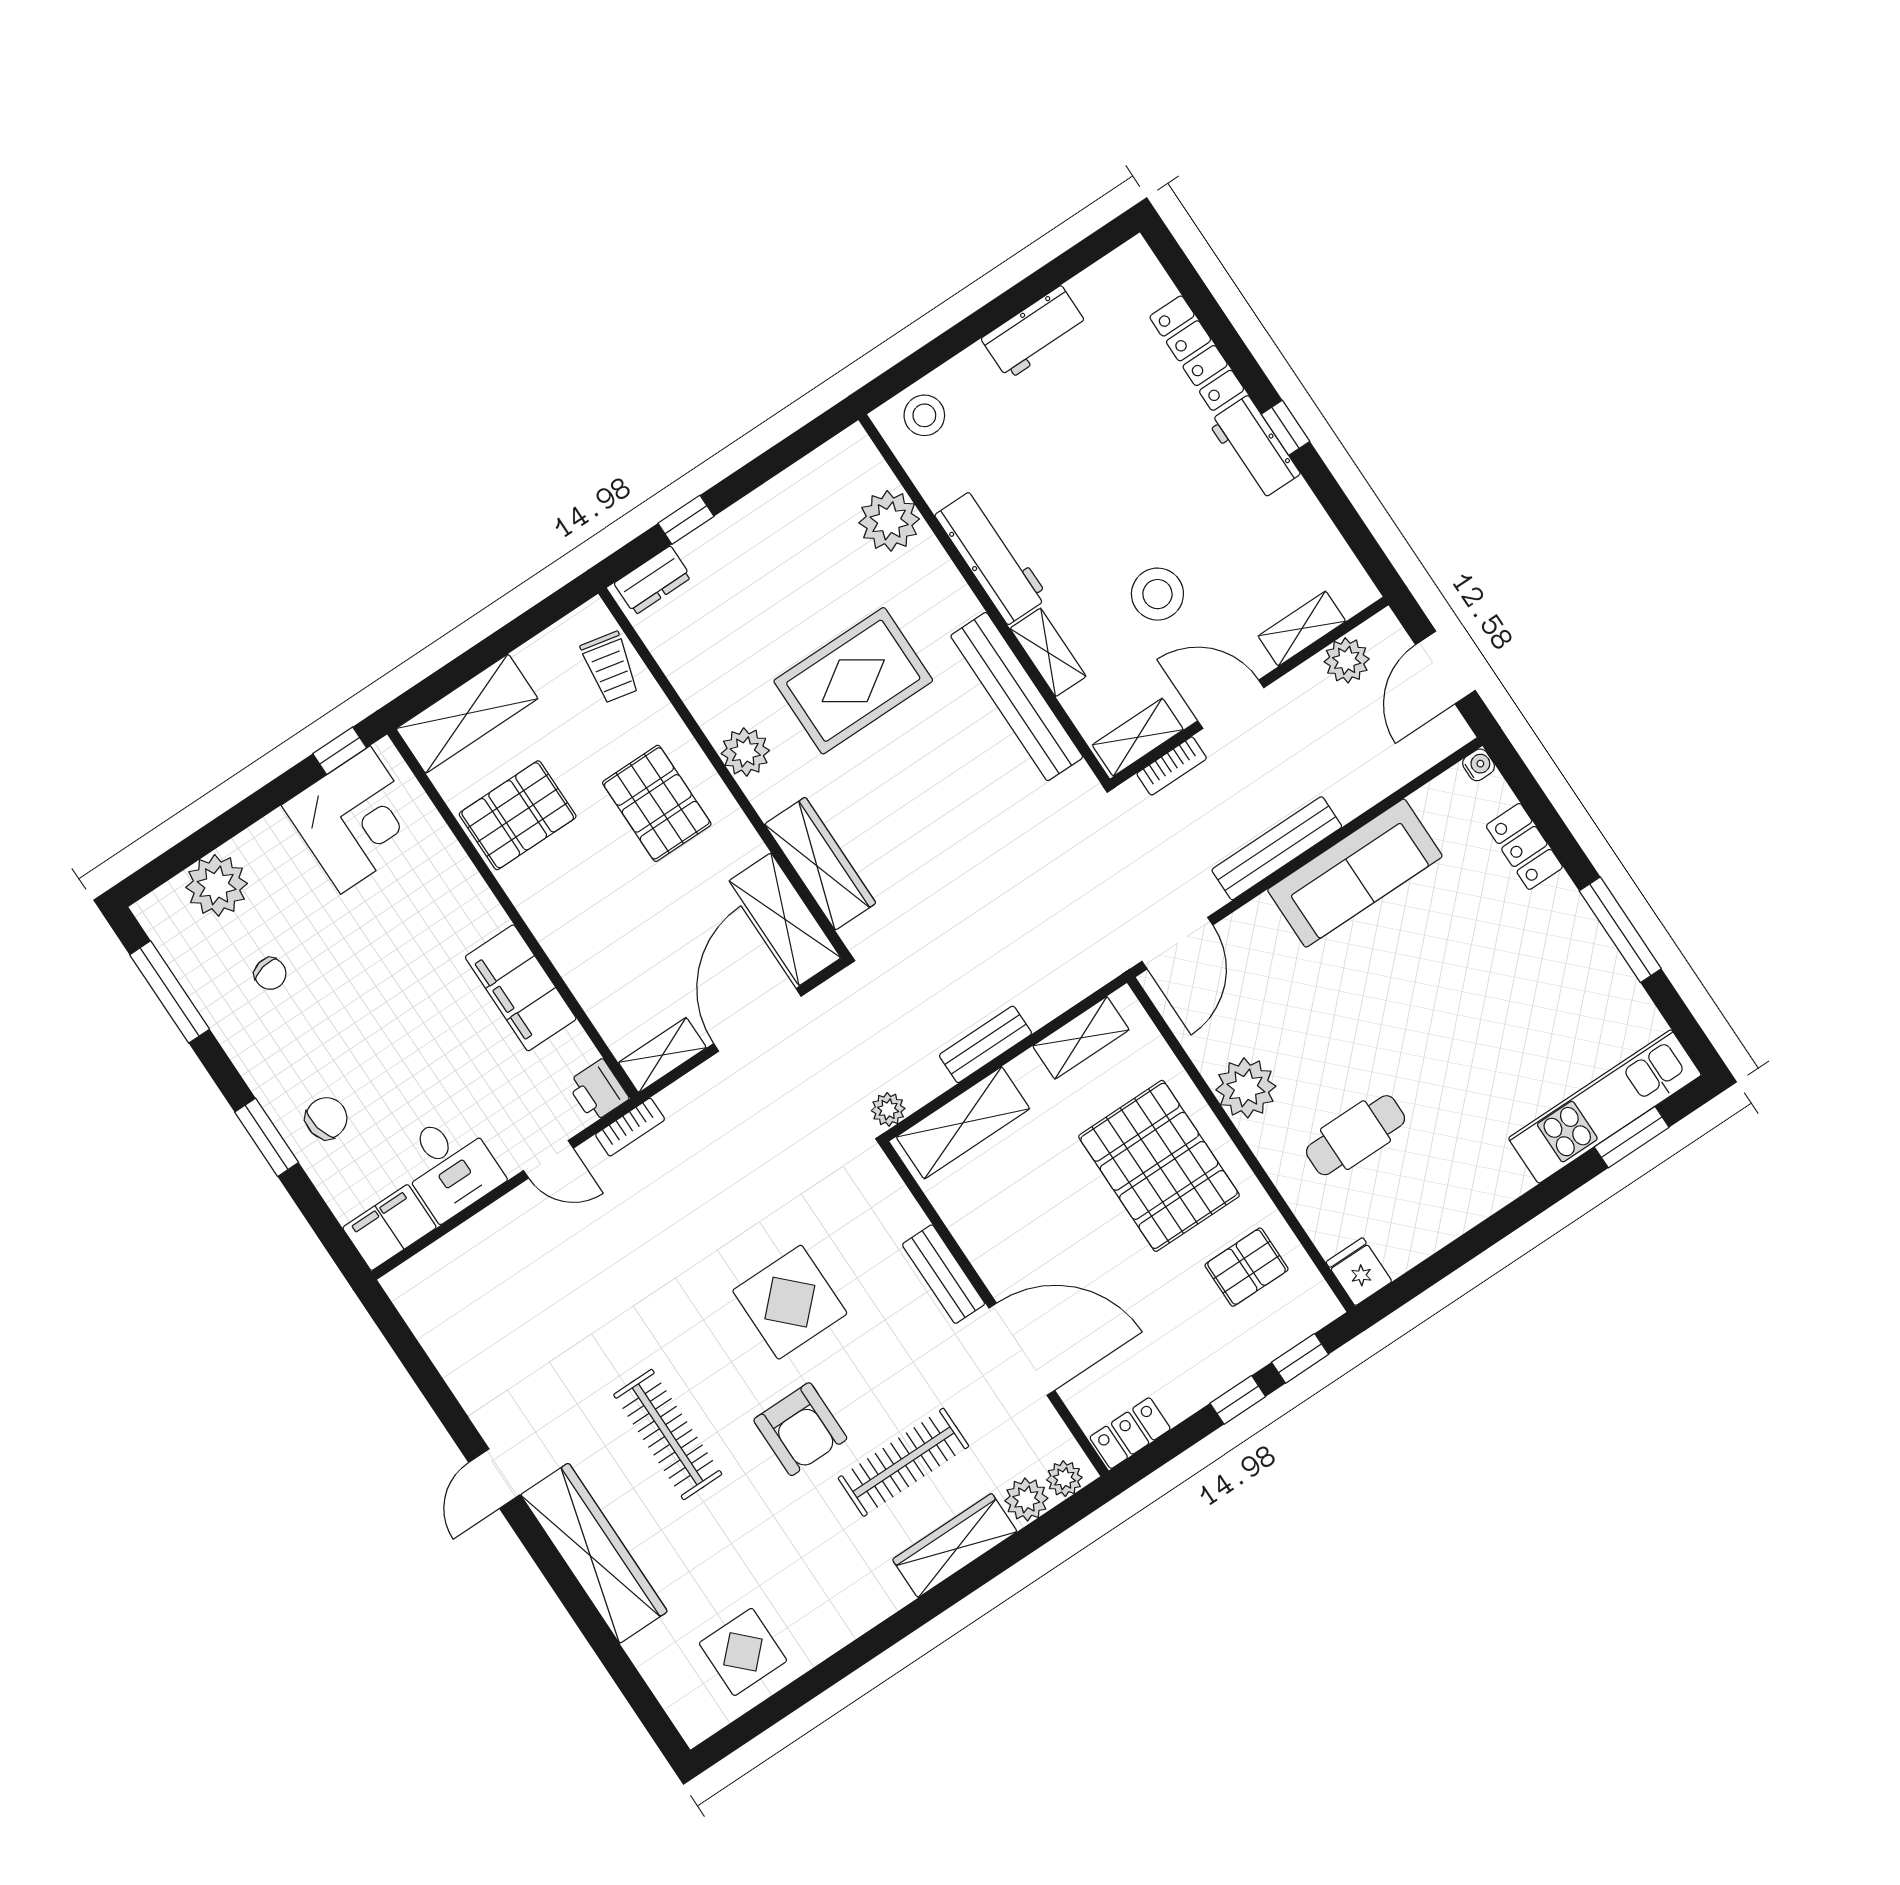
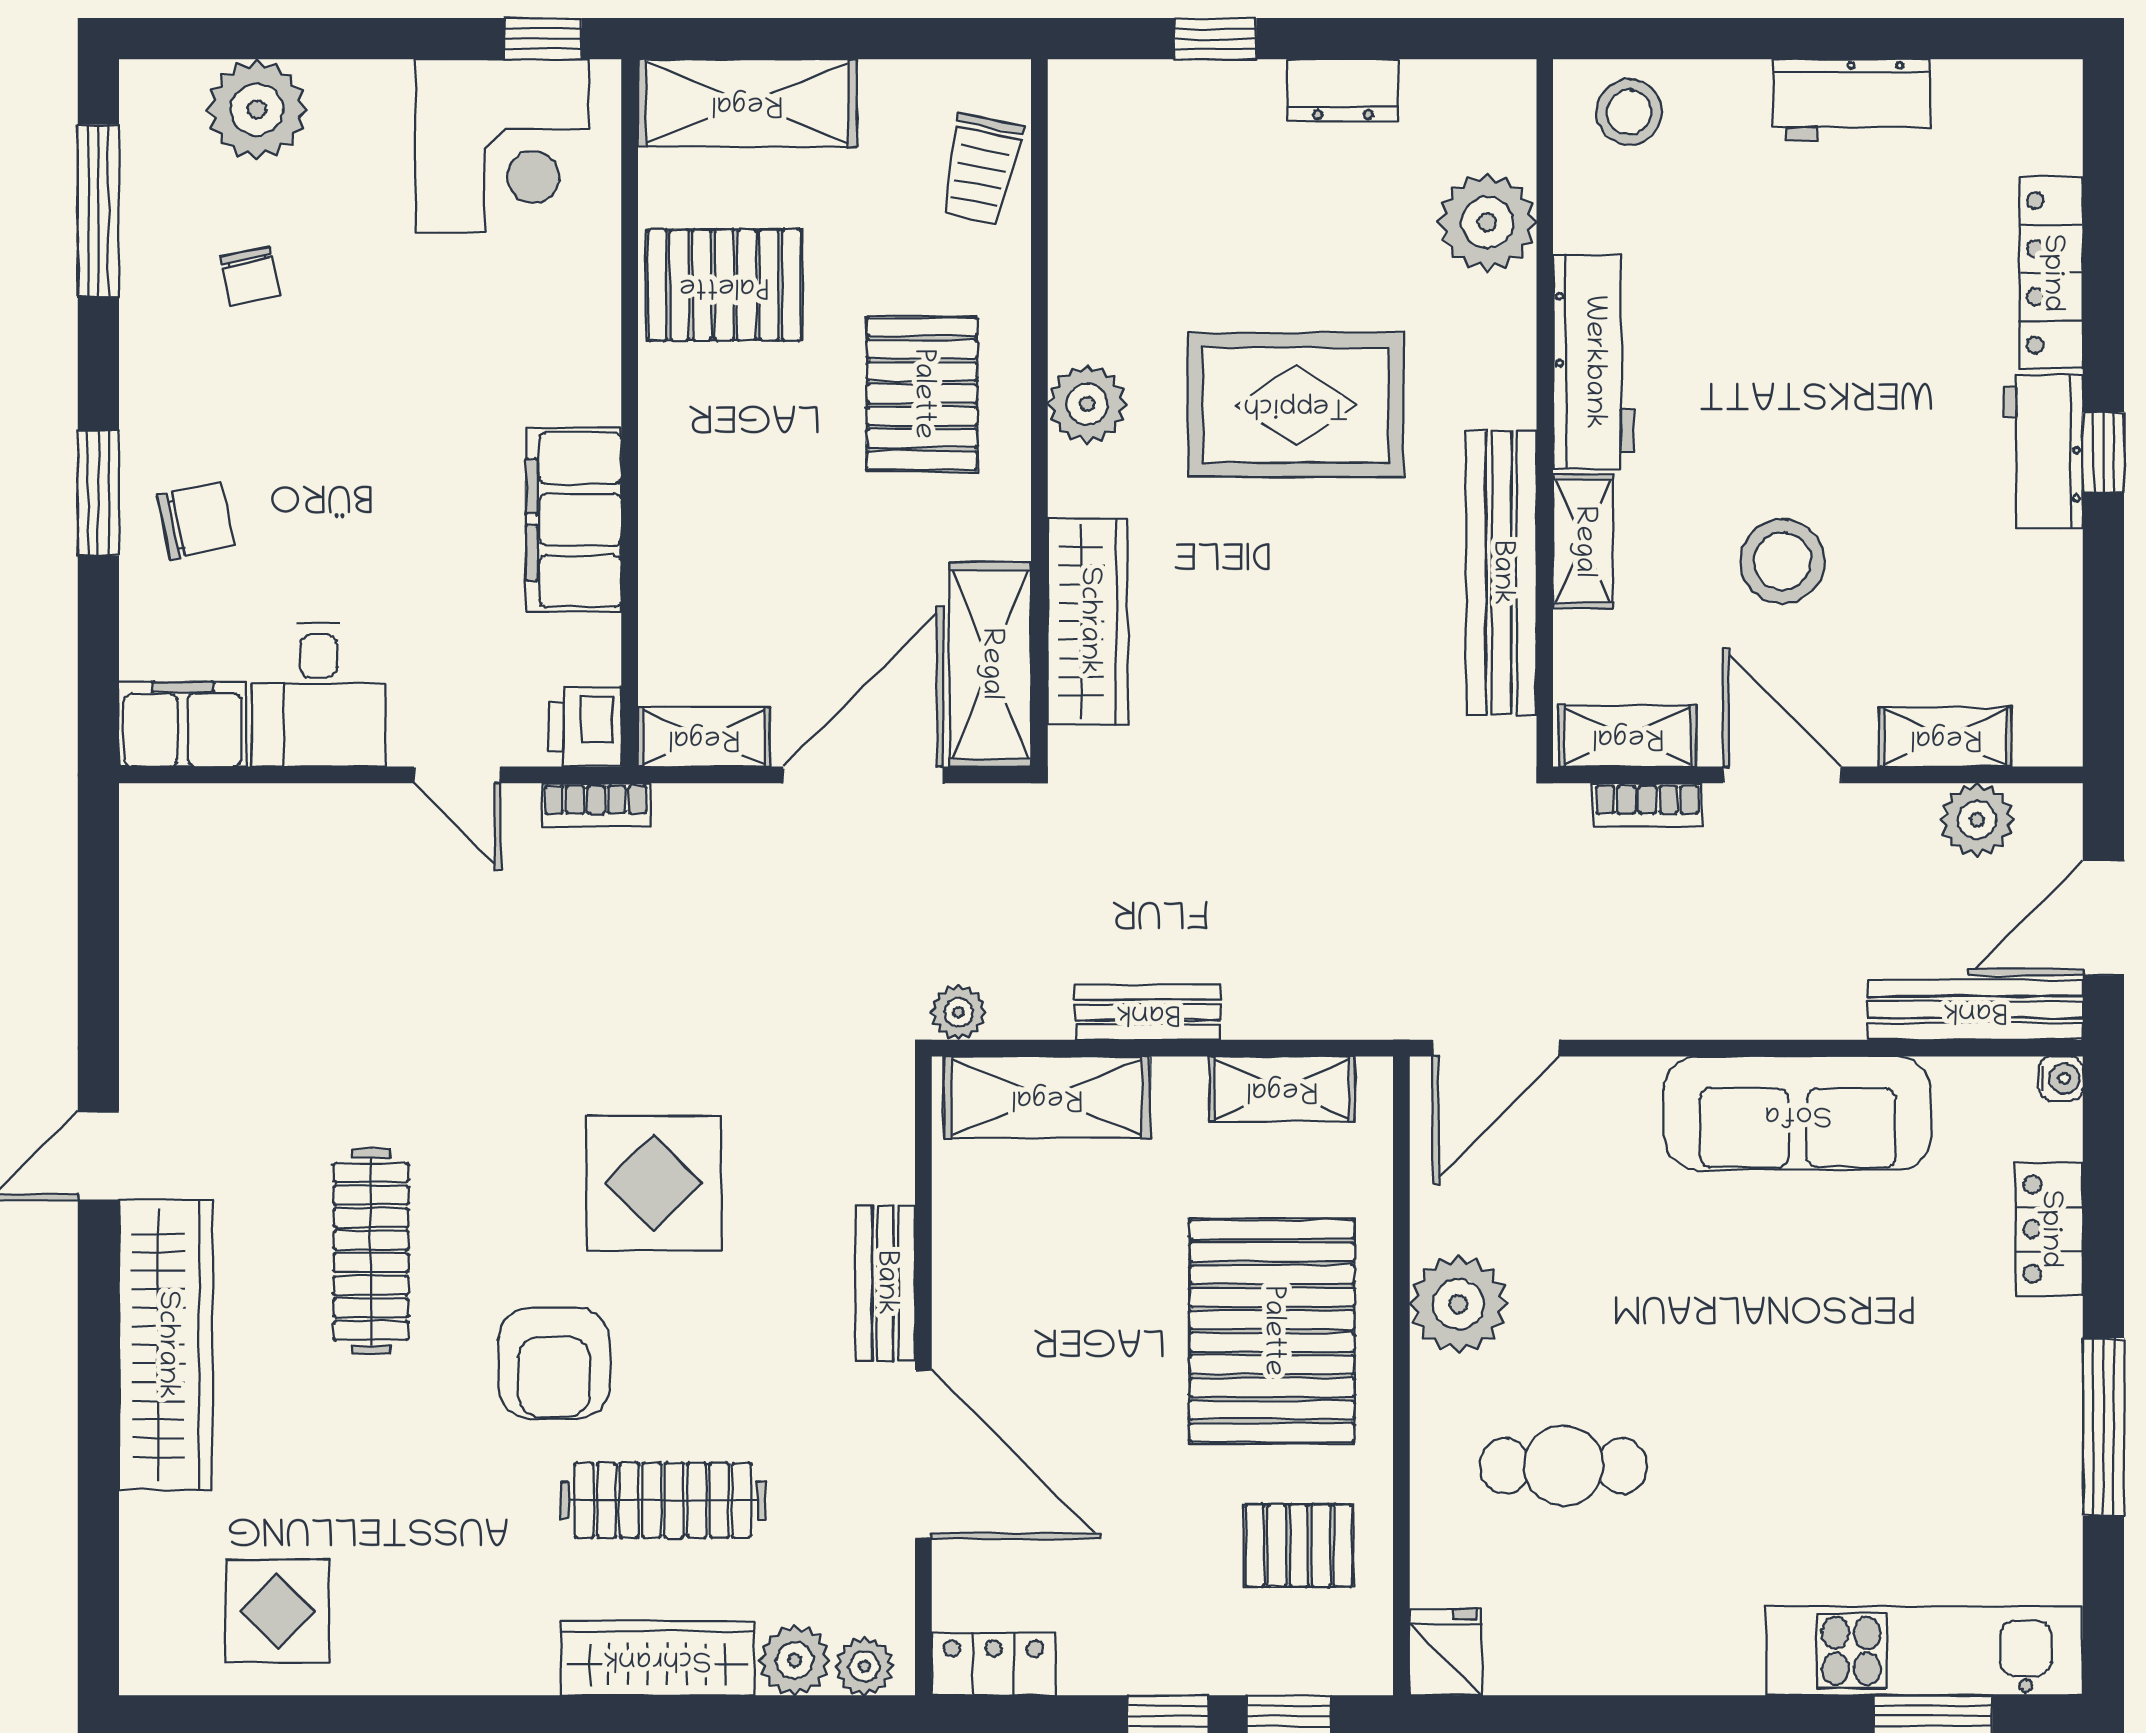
dresser: (653, 580) -> (1343, 90), moved
bench: (1277, 848) -> (1975, 1010), moved

